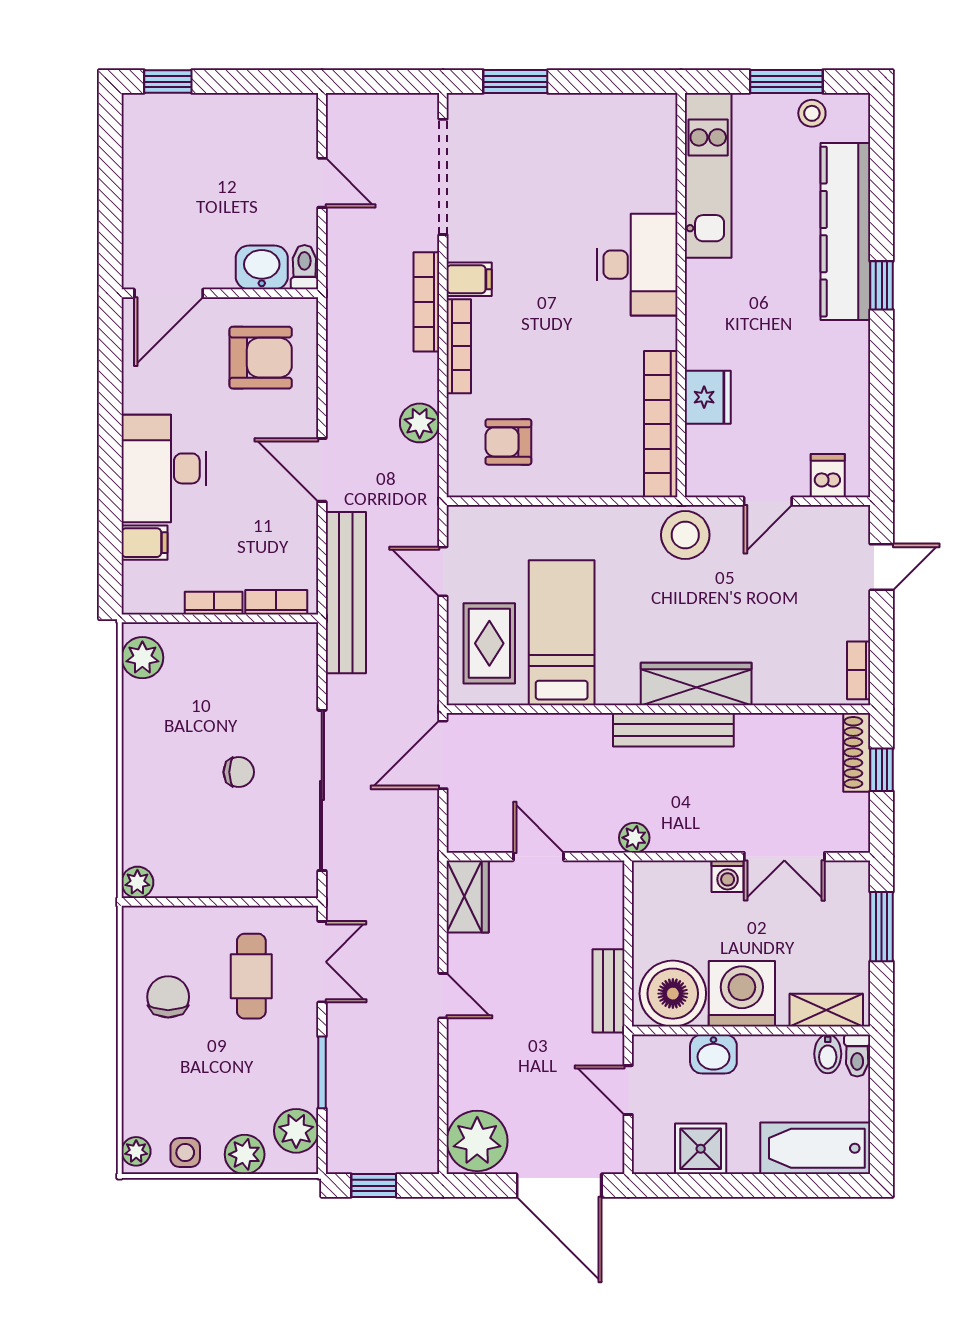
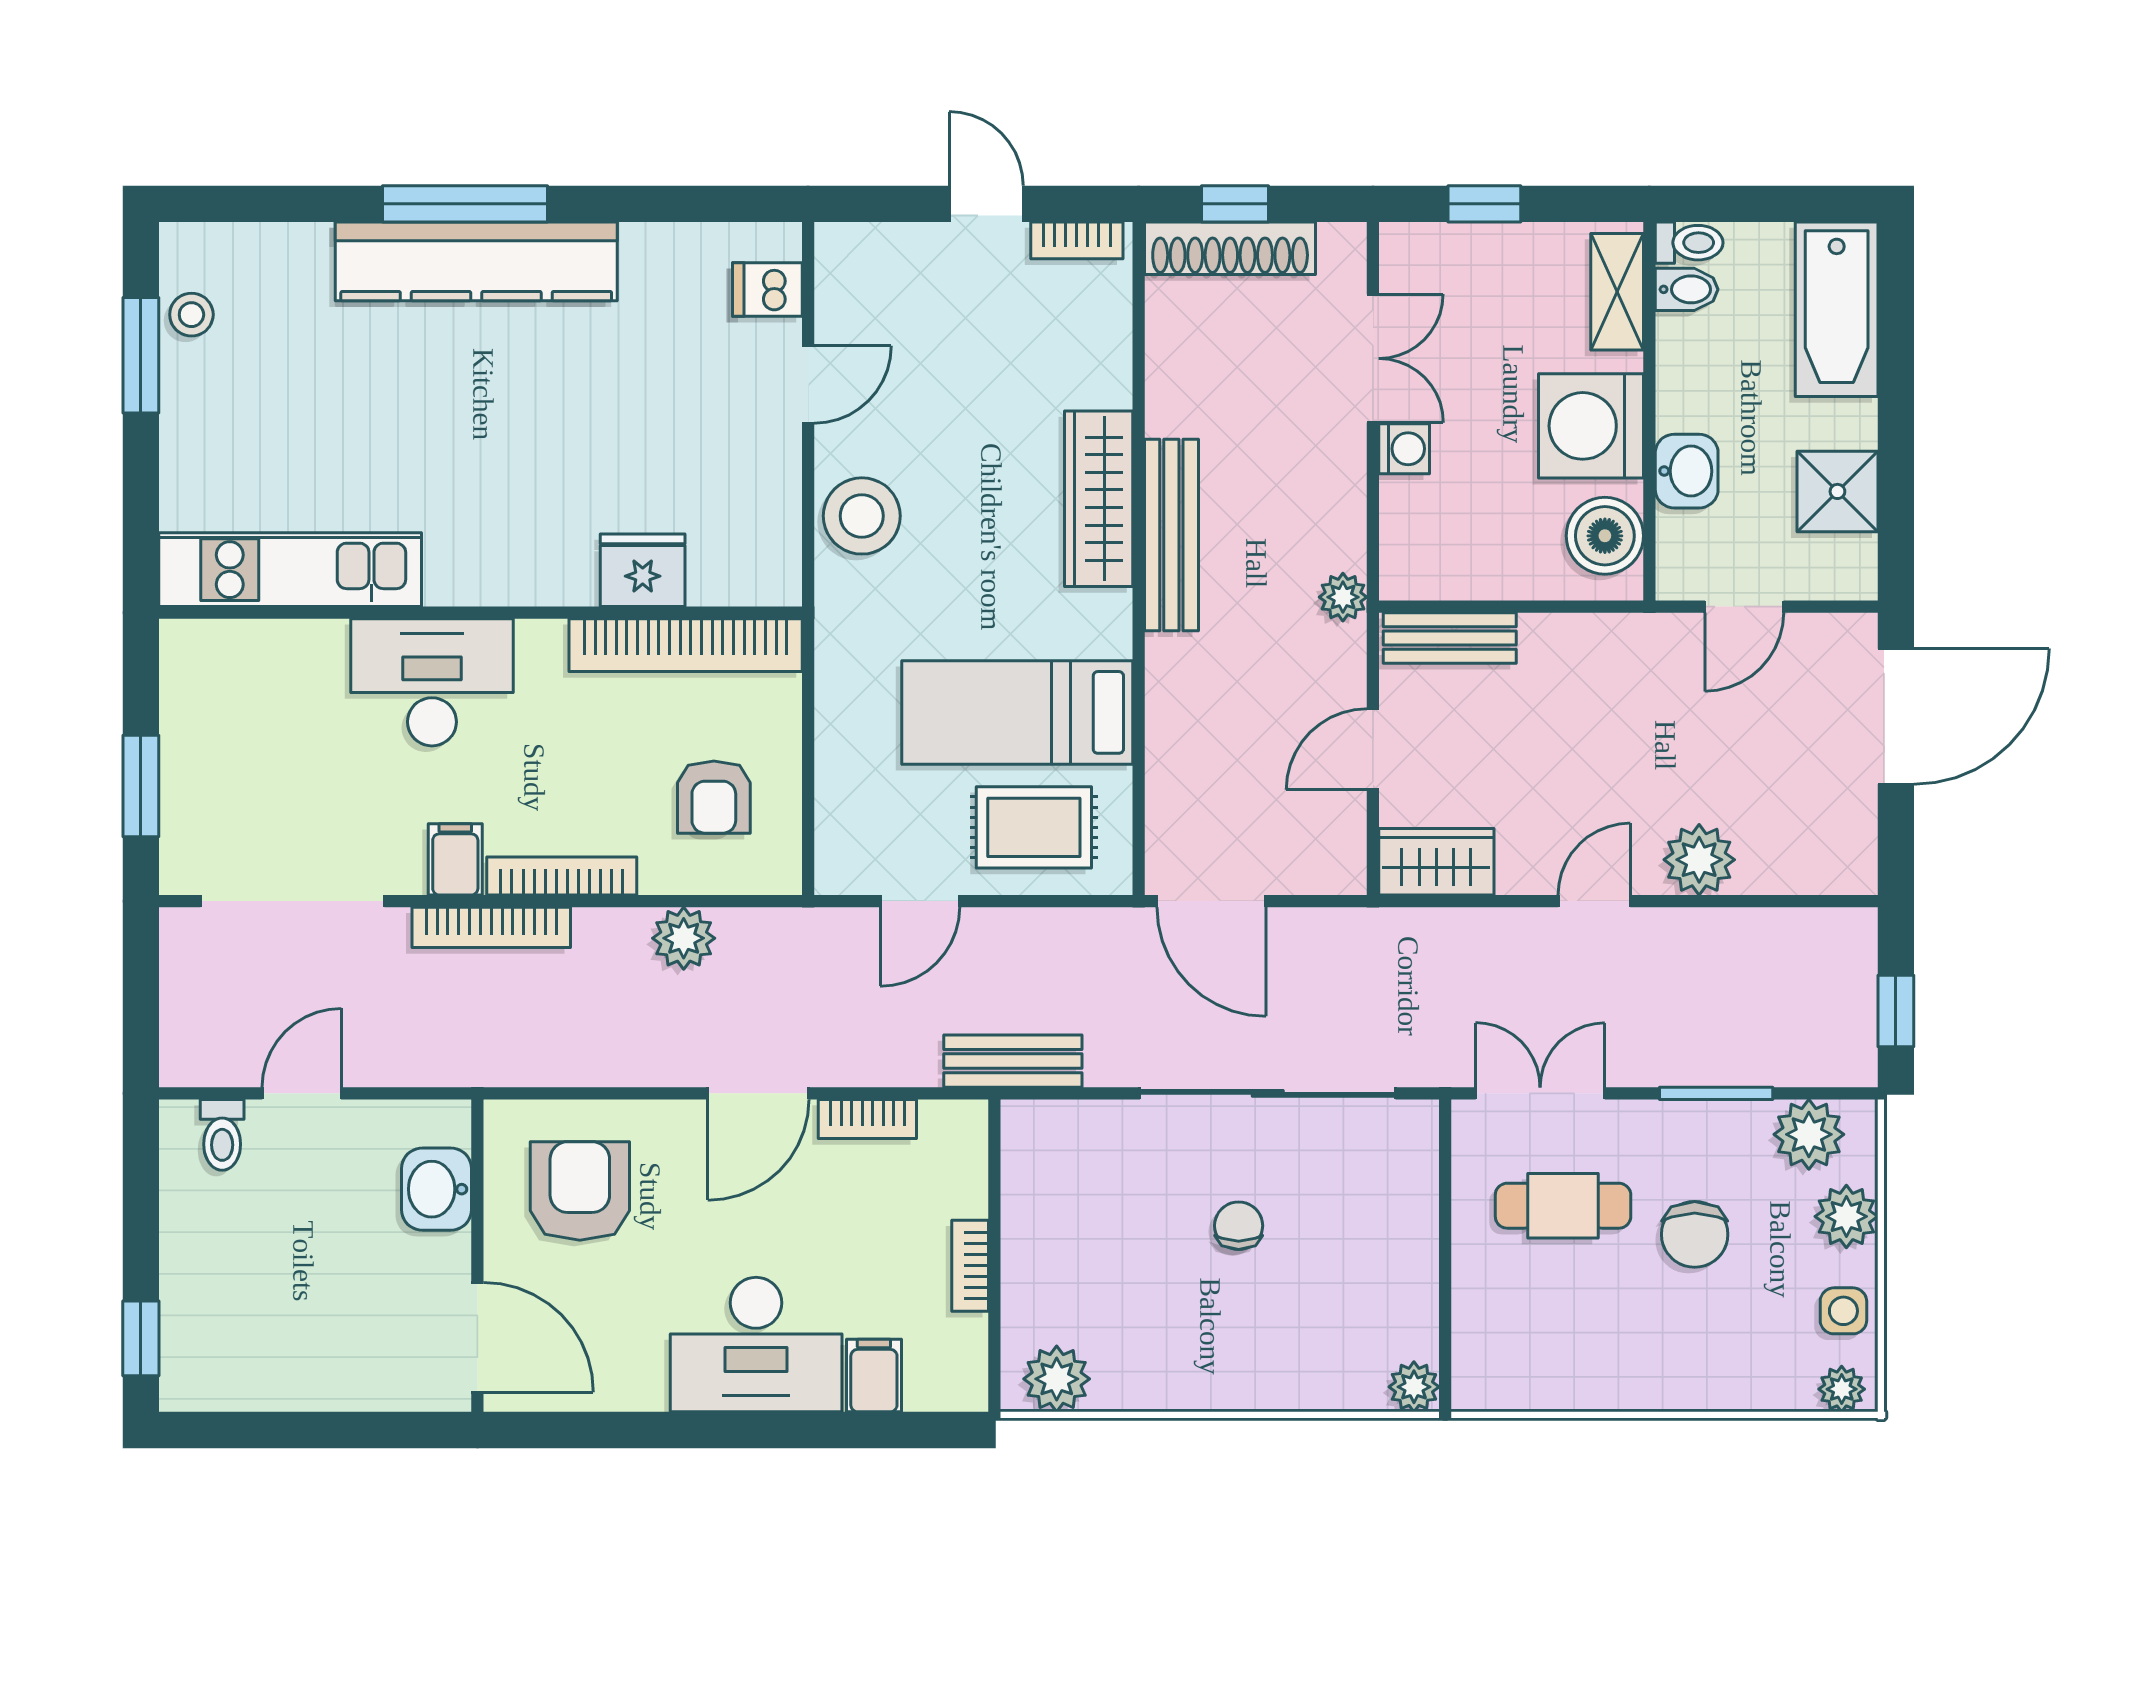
kitchen unit: (708, 175) -> (290, 570), moved
kitchen counter: (845, 232) -> (476, 261), moved
desk: (637, 265) -> (432, 682), moved
toilet: (304, 267) -> (222, 1135), moved, turned -90
window: (882, 285) -> (465, 204), width x2.17
wall: (681, 295) -> (480, 613), moved
fridge: (708, 397) -> (643, 570), moved
bookcase: (661, 424) -> (686, 645), moved
door: (768, 501) -> (808, 385), hinge flipped
door: (882, 567) -> (986, 204), moved
bench: (346, 593) -> (1013, 1061), width x0.54, depth x0.82
bookcase: (276, 602) -> (867, 1119), moved, turned -90
shoe rack: (857, 752) -> (1230, 248), width x1.36, depth x1.24
window: (882, 927) -> (1484, 204), width x0.67
bench: (608, 991) -> (1450, 638), moved
boiler: (673, 994) -> (1605, 536), width x0.73, depth x0.73
chair: (168, 997) -> (1695, 1234), moved, turned -90
plant: (477, 1141) -> (1699, 860), moved, width x0.73, depth x0.73

